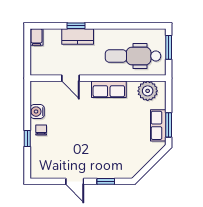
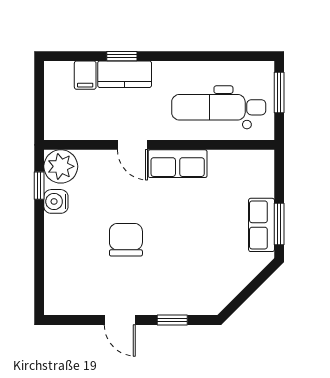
filing cabinet: (37, 37) -> (85, 75), moved
door: (71, 78) -> (132, 145), moved
plant: (148, 91) -> (61, 166), moved
chair: (41, 130) -> (126, 240), moved, width x1.87, depth x1.87
window: (27, 138) -> (39, 186), moved

